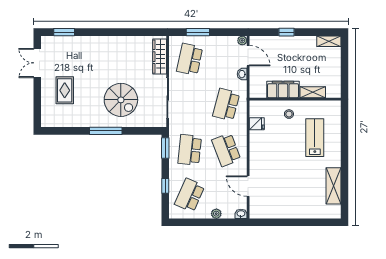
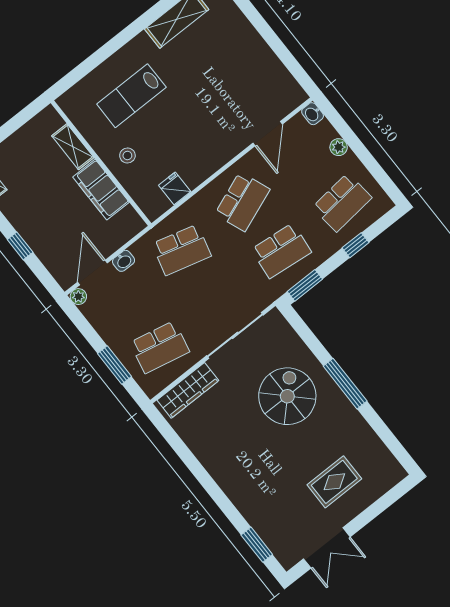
school desk: (190, 195) -> (342, 203), turned -30

